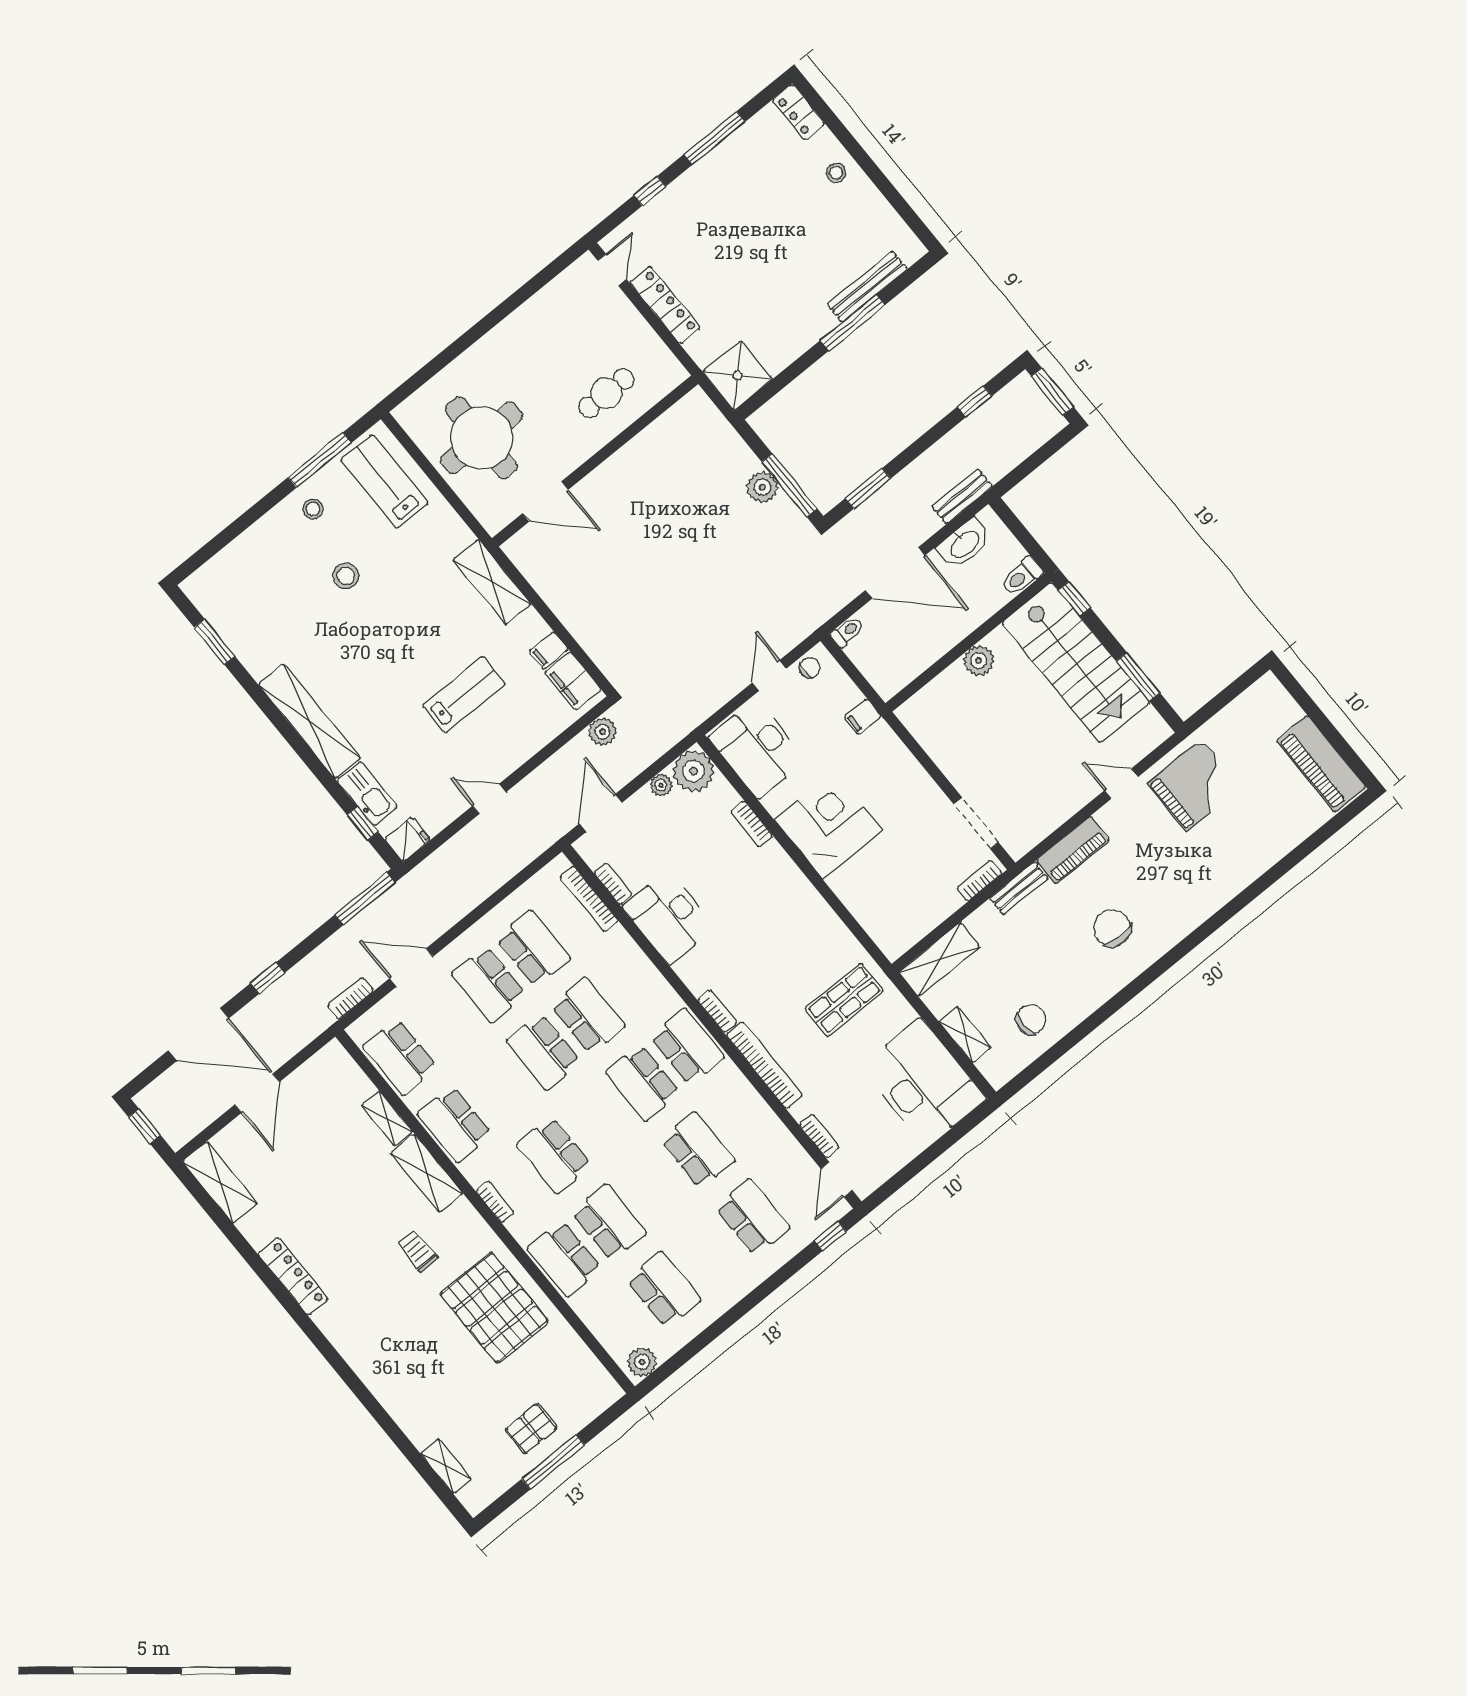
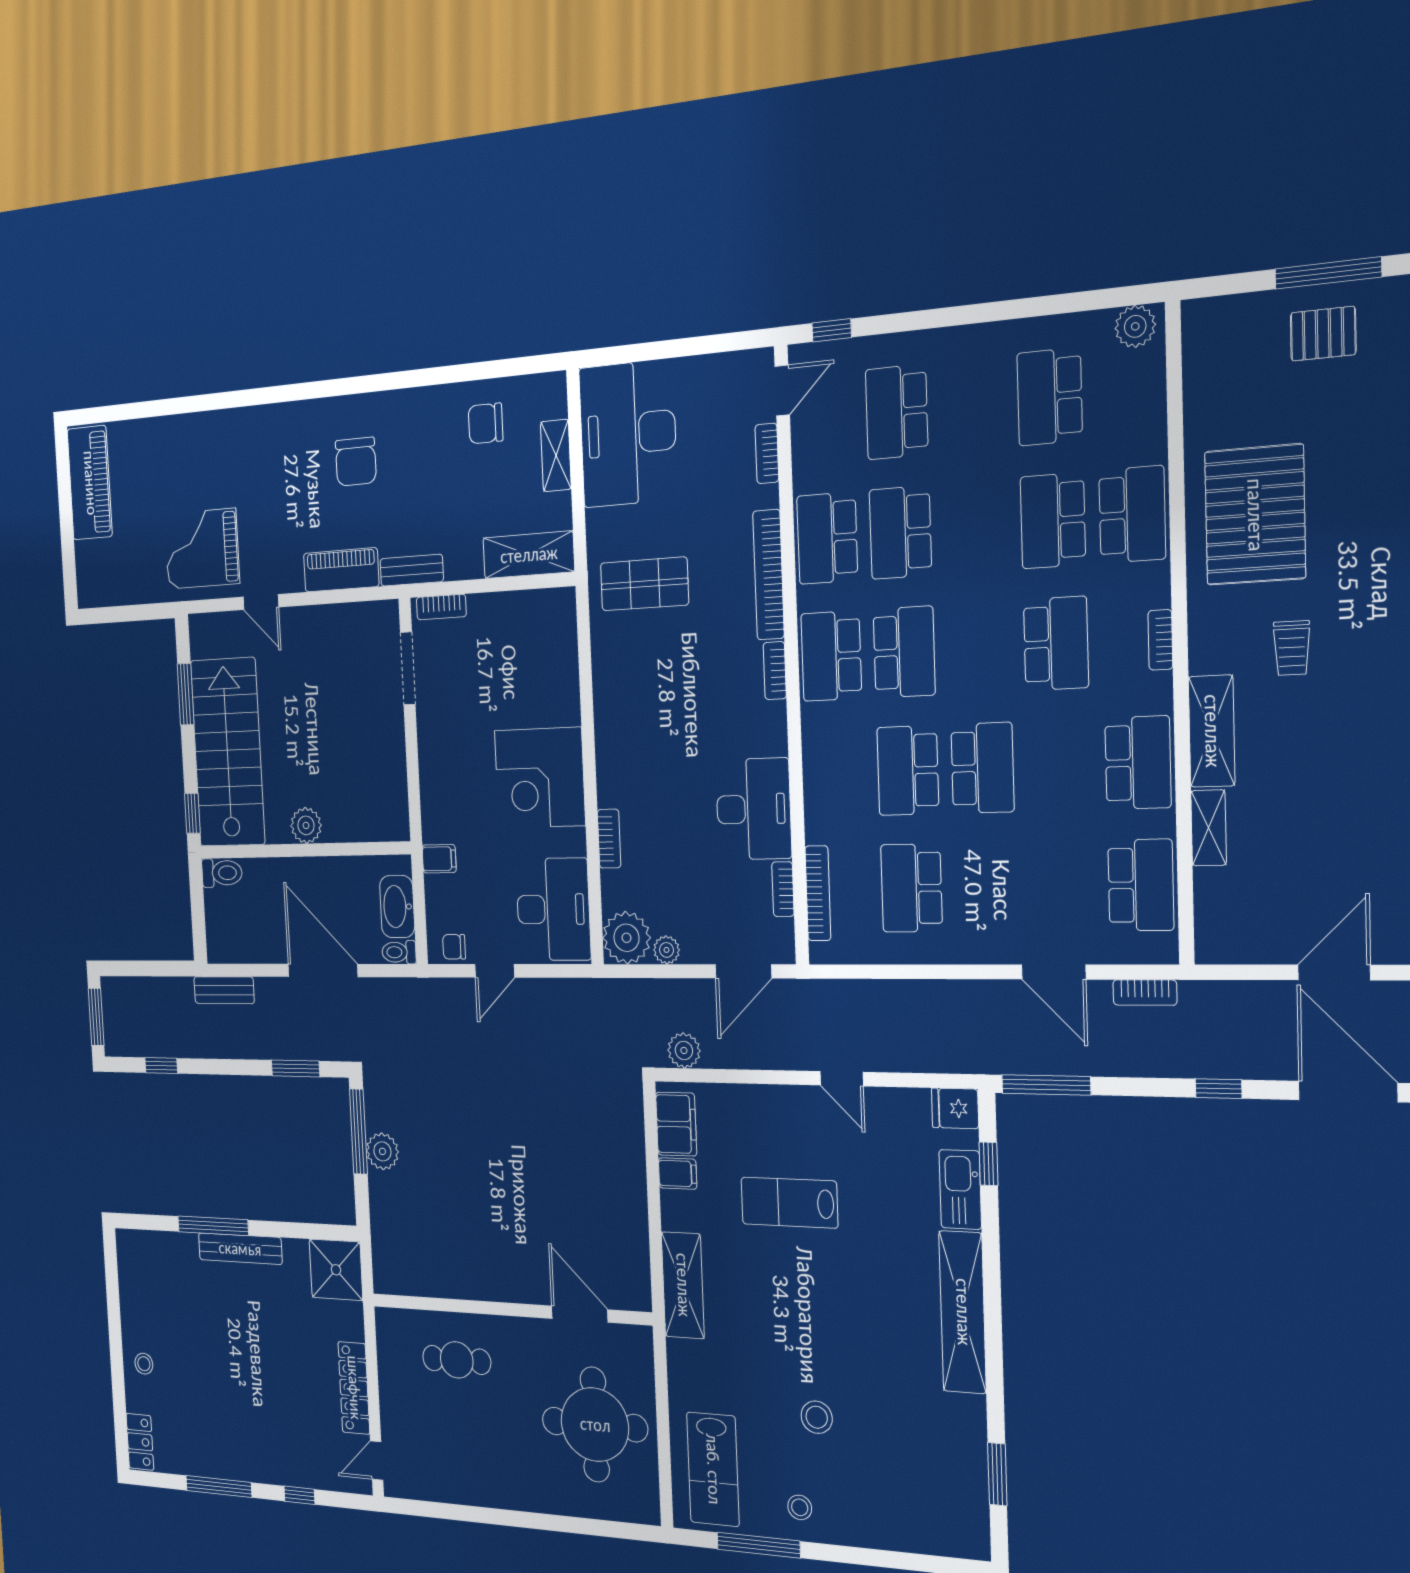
bench: (867, 287) -> (240, 1249), moved
washbasin: (964, 544) -> (397, 907), moved, turned -90
school desk: (489, 985) -> (827, 538), moved, turned 180

